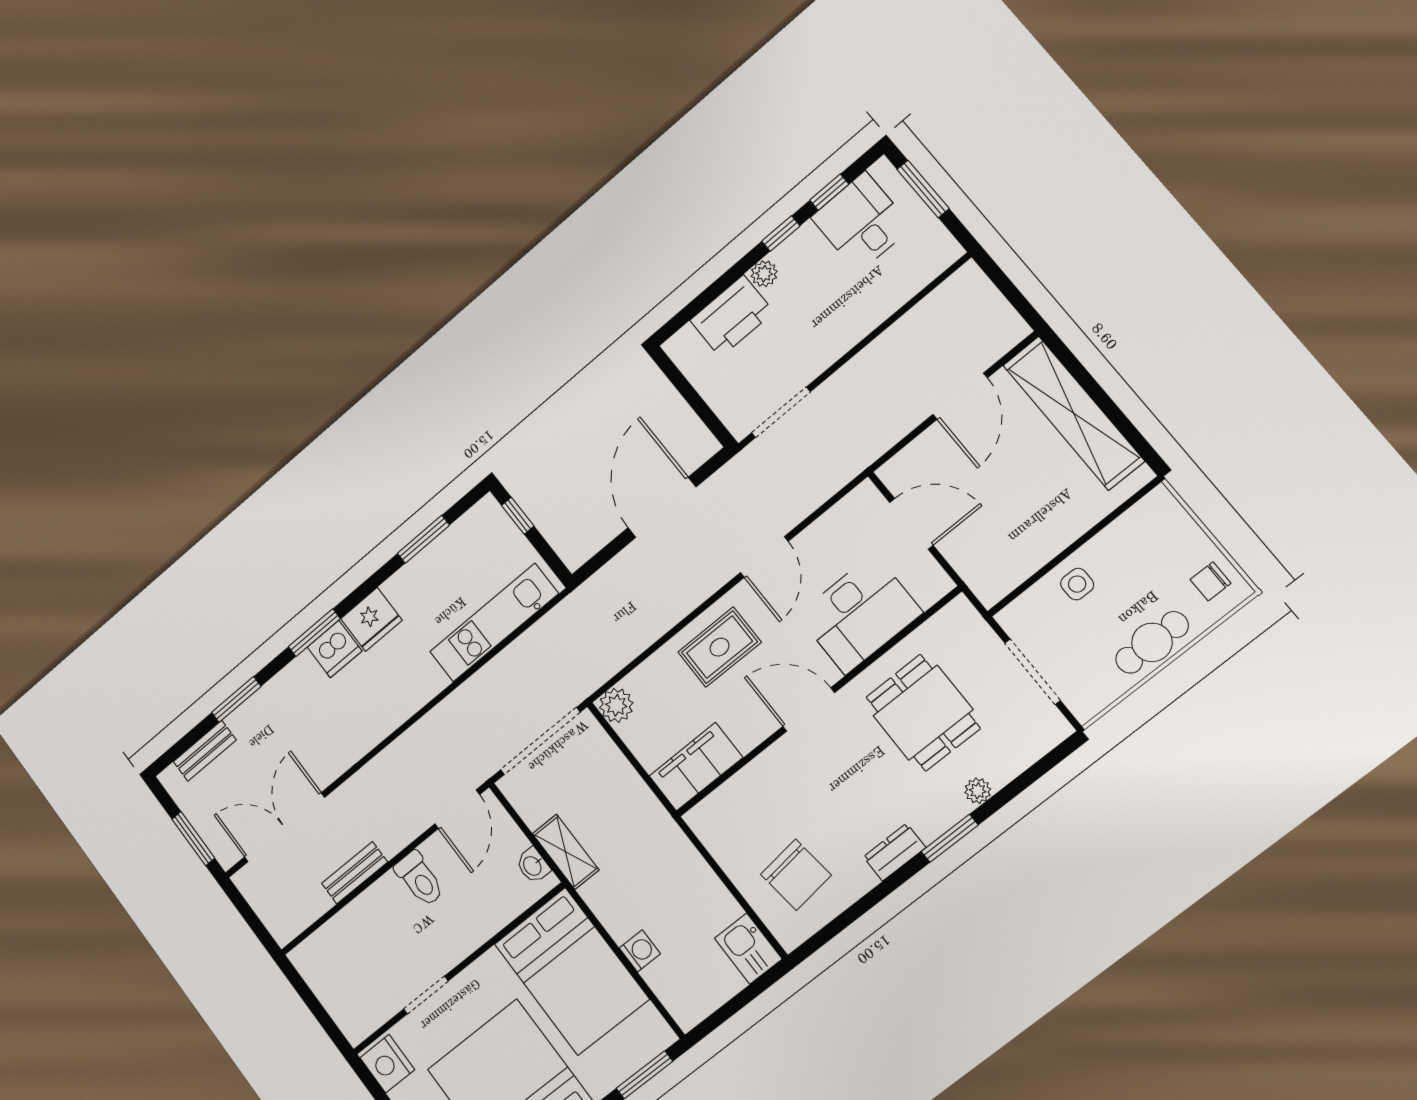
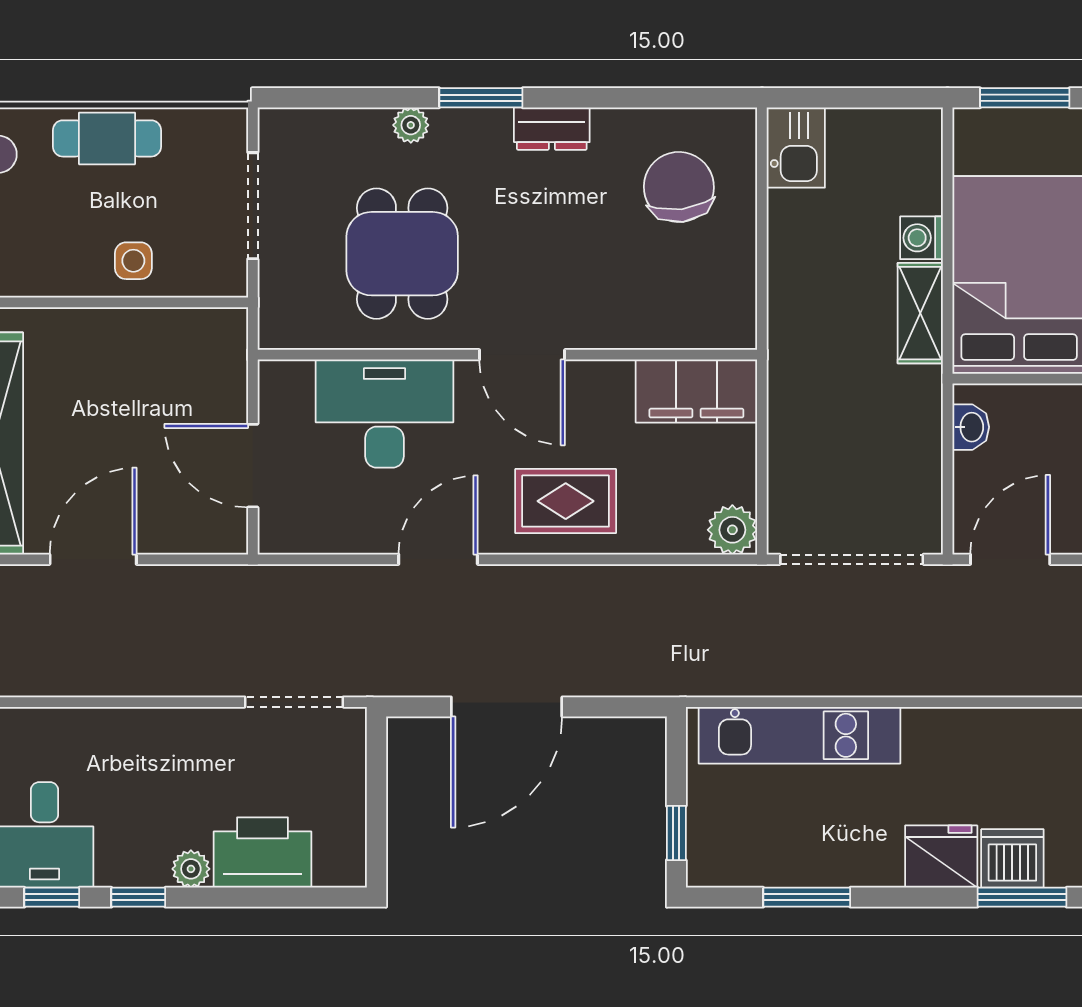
shelving: (566, 852) -> (920, 313), moved

